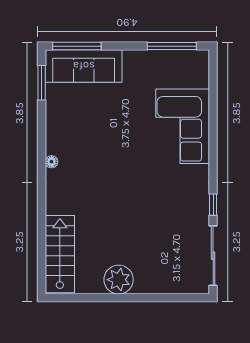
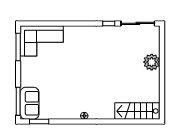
sofa: (84, 66) -> (30, 103), width x0.73
corner sofa: (183, 126) -> (42, 41), moved
plant: (119, 280) -> (152, 62), moved

